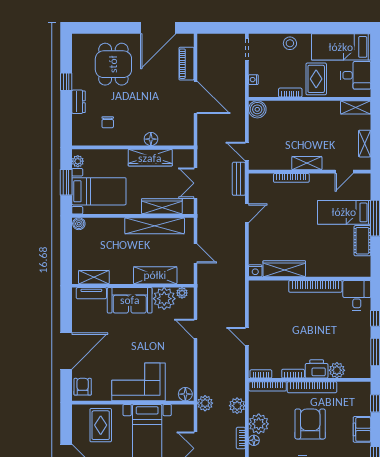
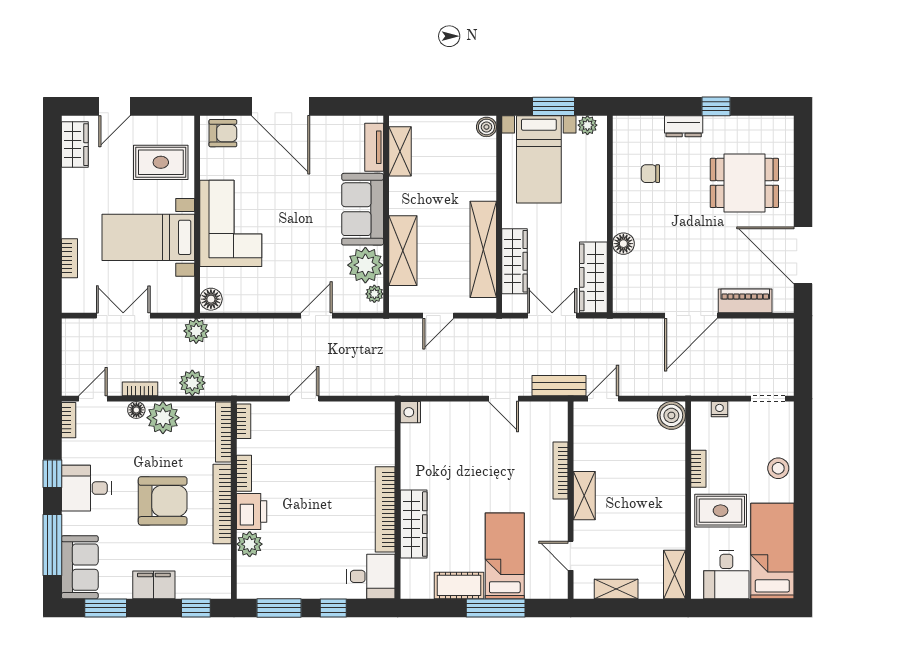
wardrobe: (150, 158) -> (593, 277), moved
wardrobe: (284, 269) -> (414, 524), moved

